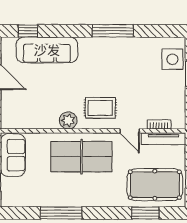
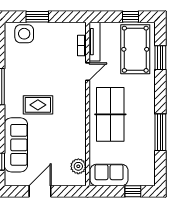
rug: (100, 108) -> (38, 105), moved, turned 90
plant: (68, 120) -> (78, 166), moved

